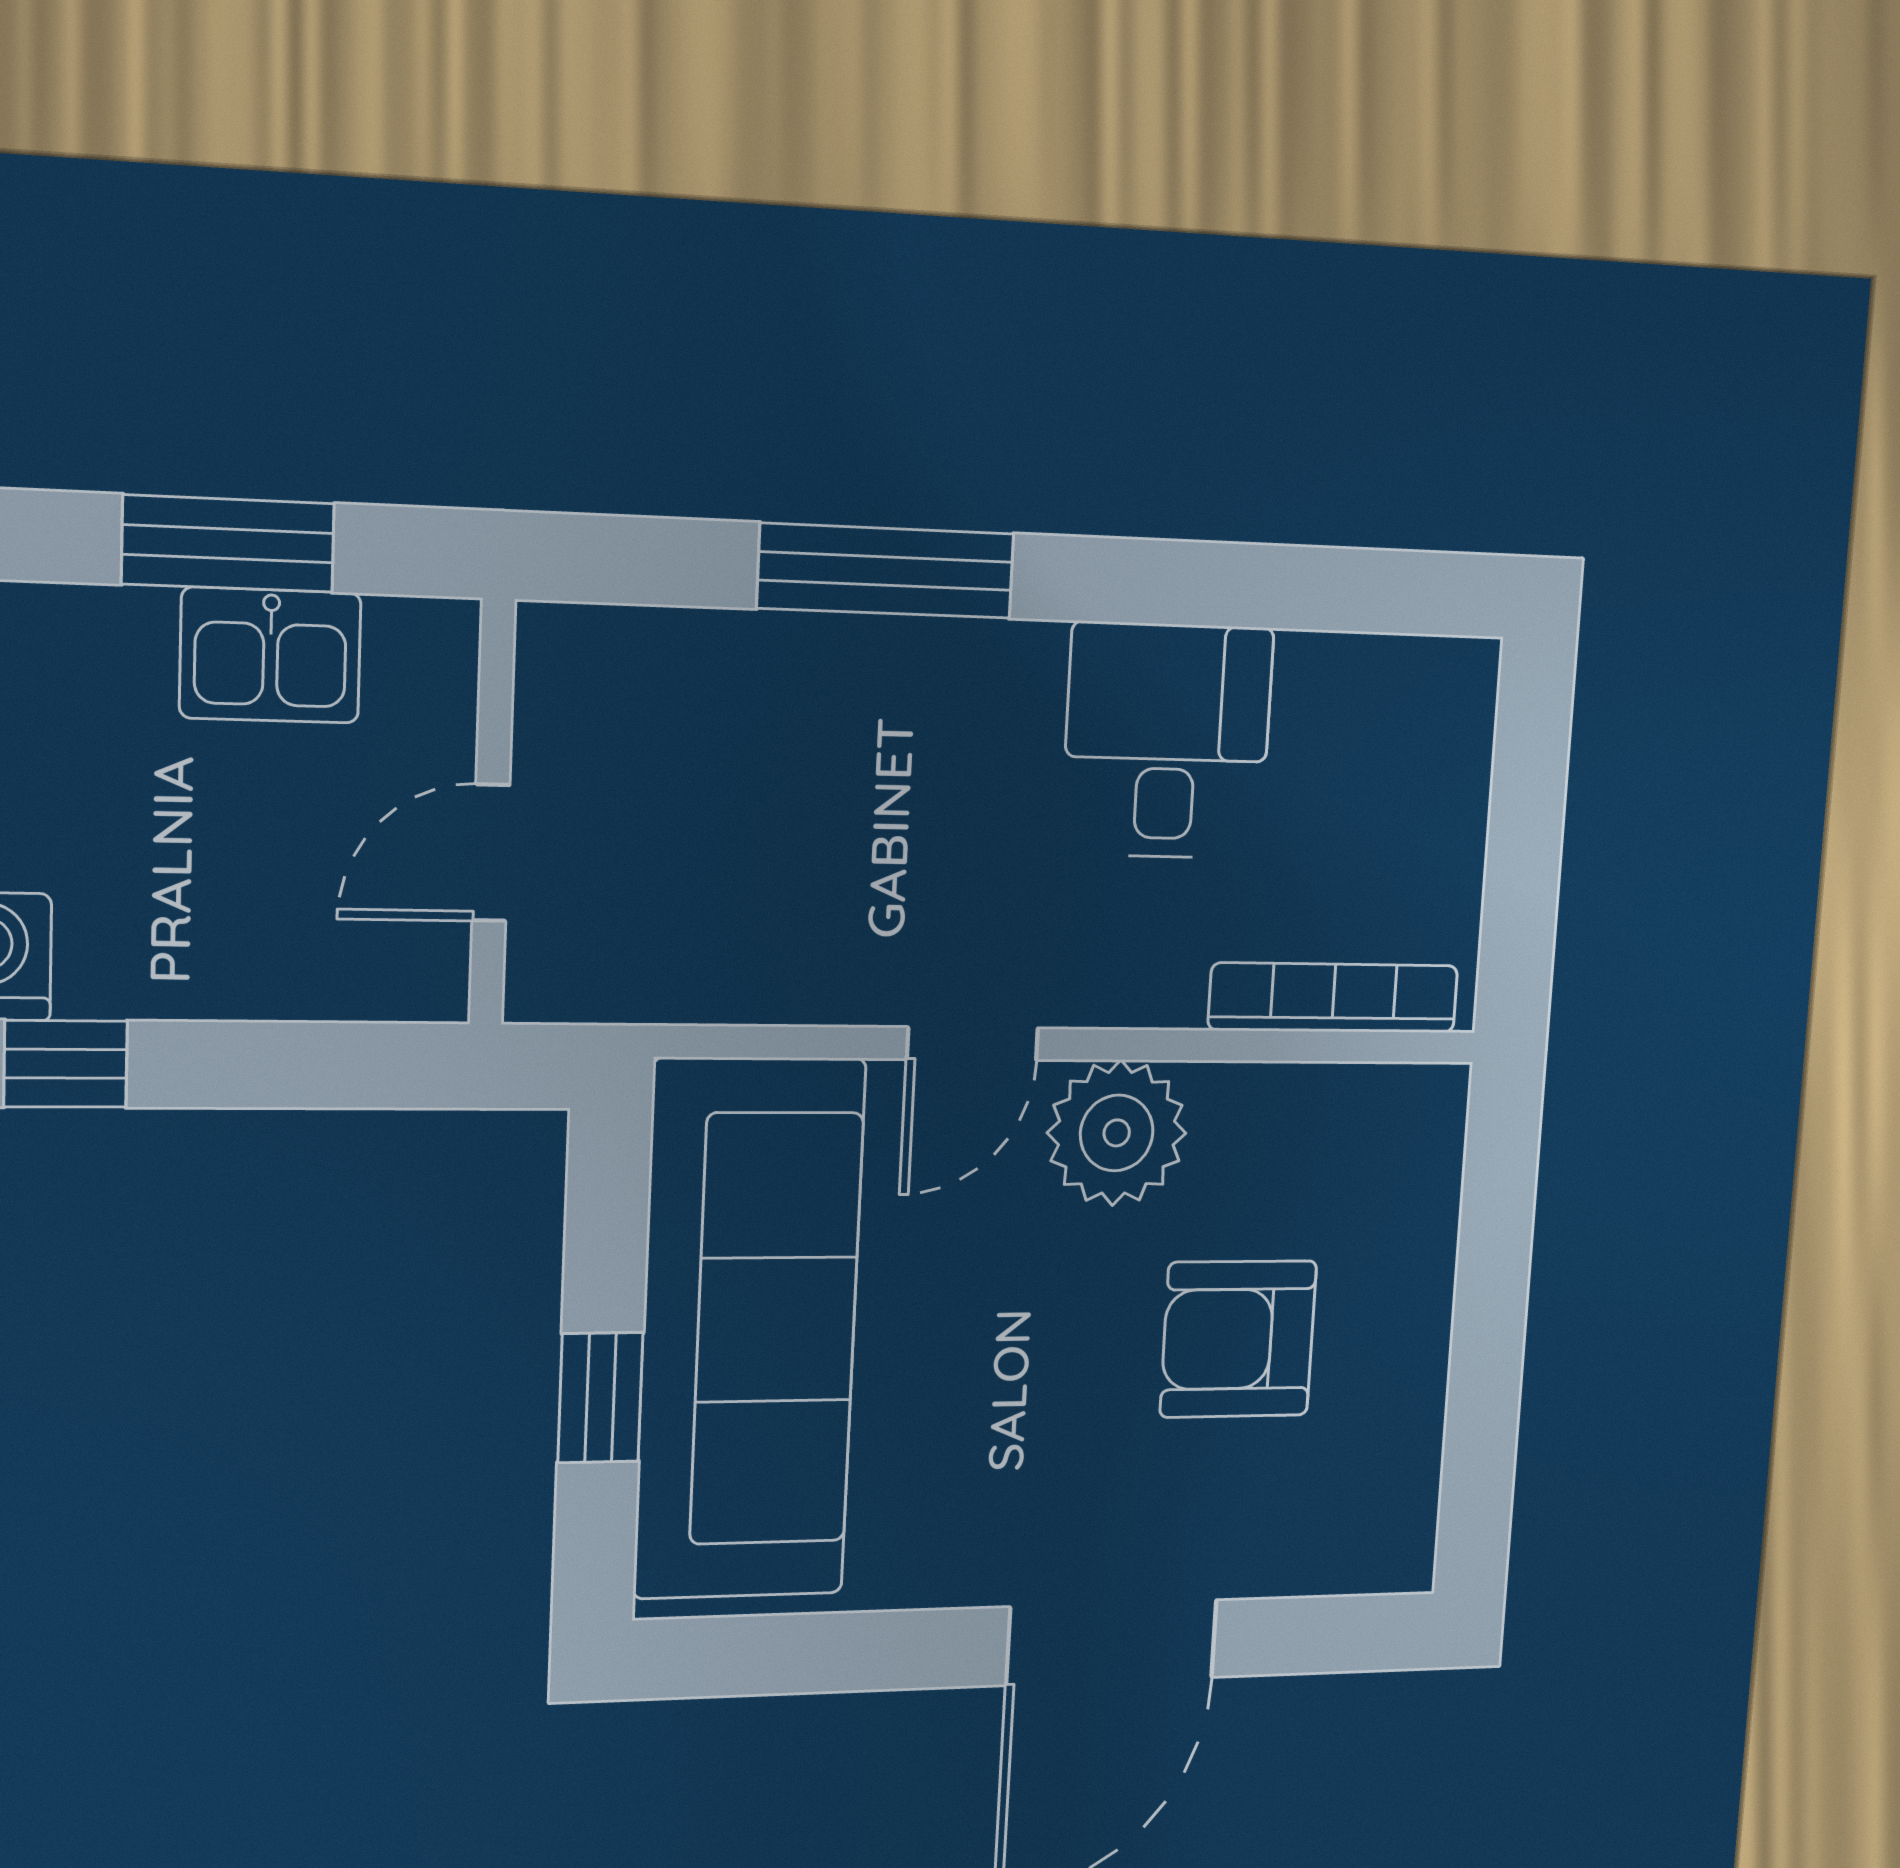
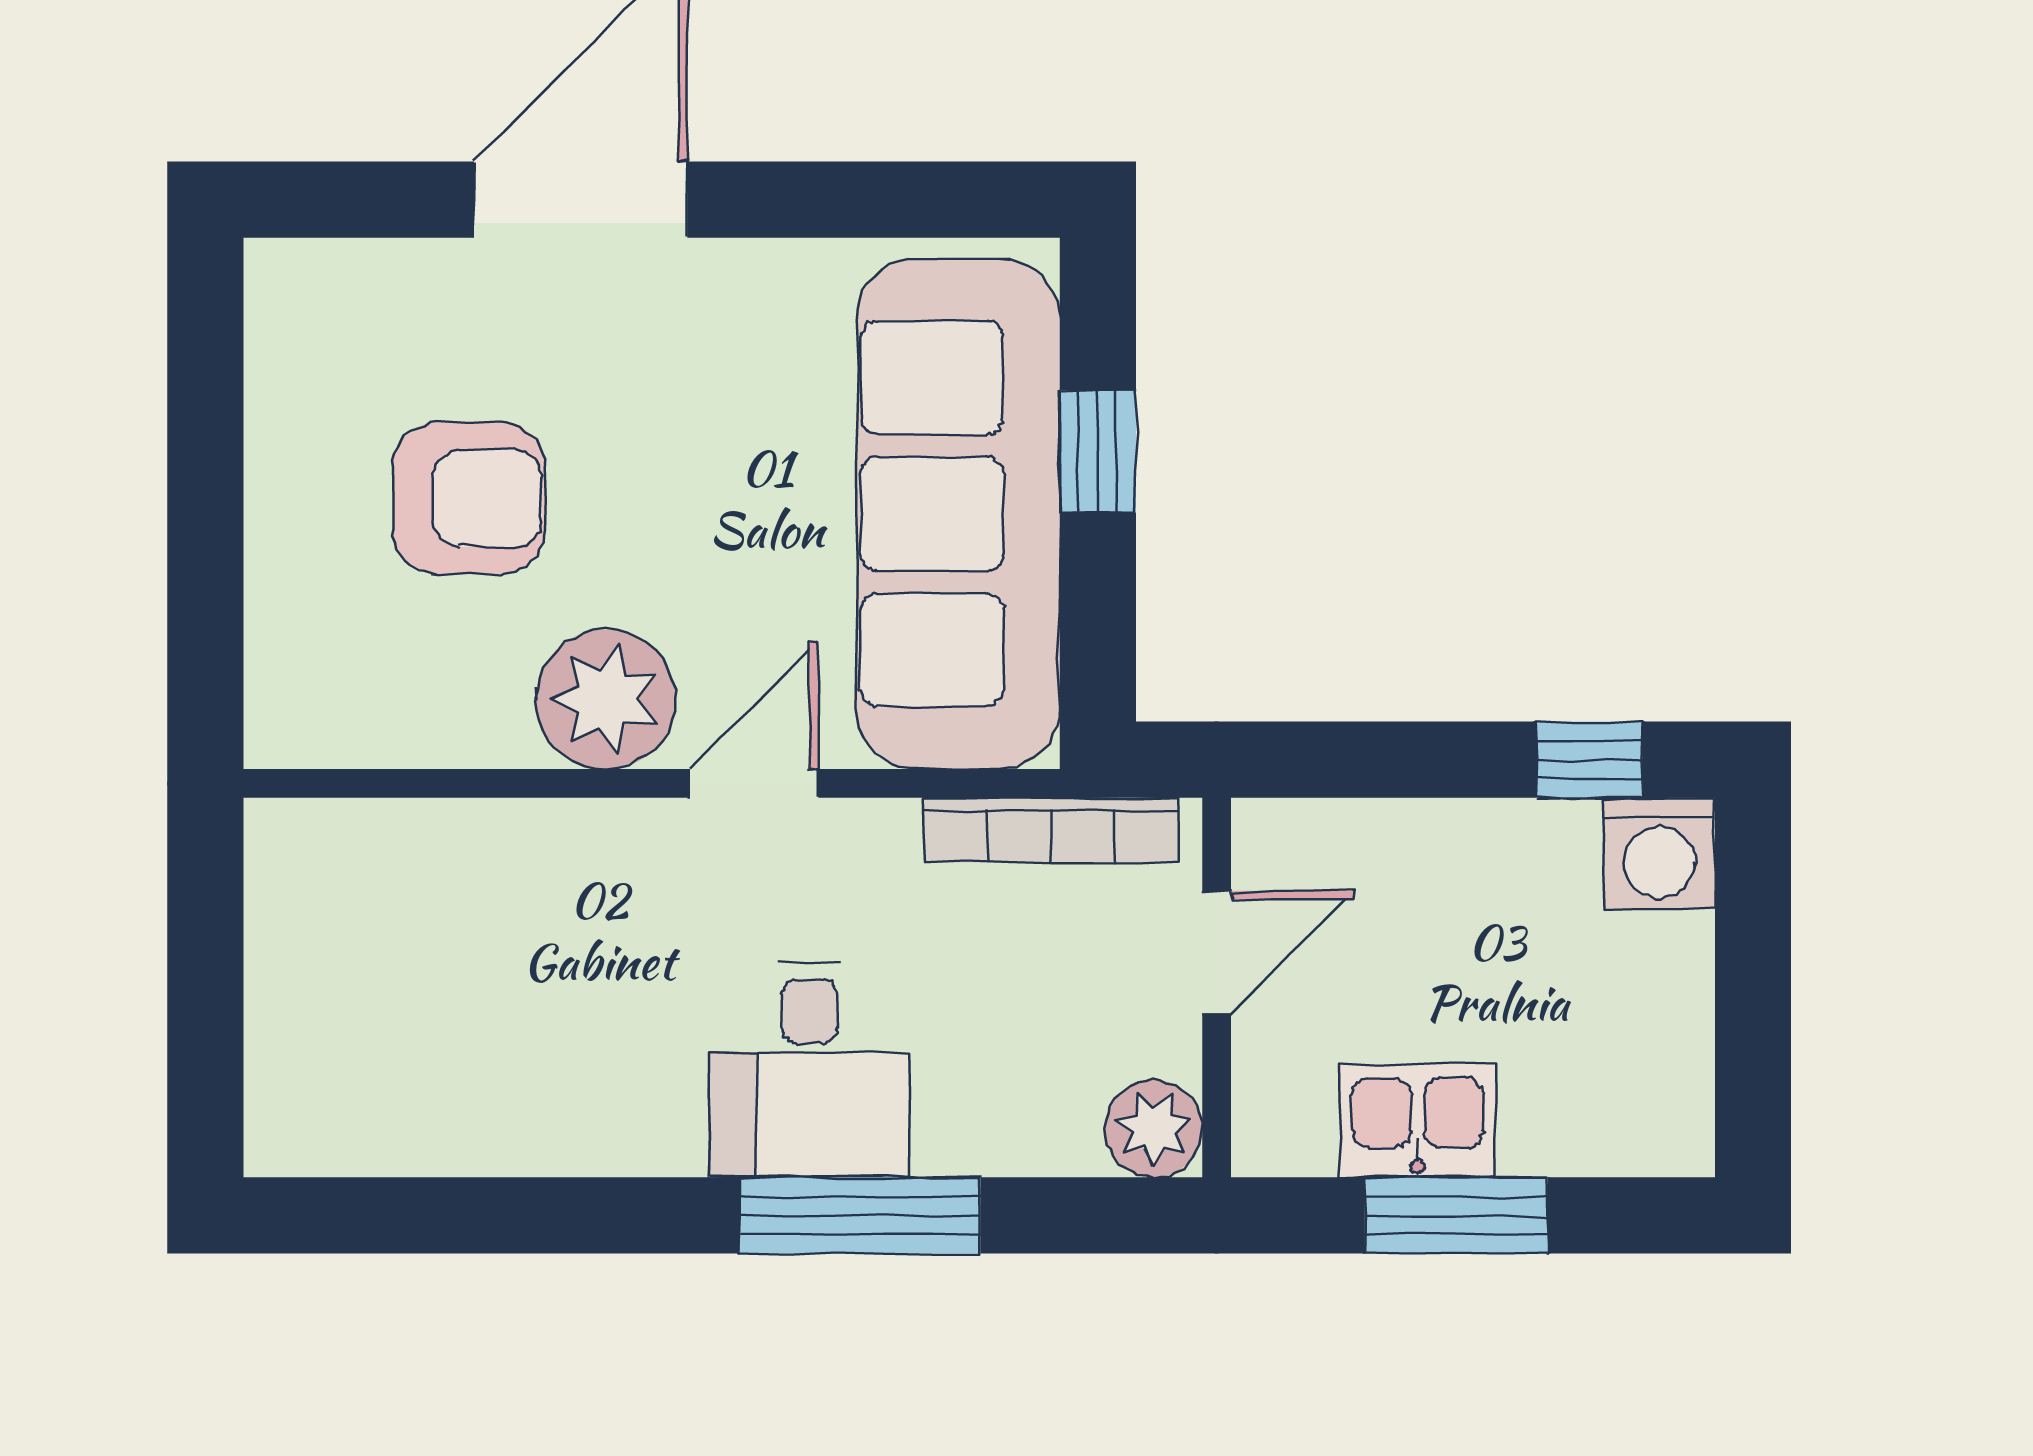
plant: (567, 656) -> (1153, 1129), added
desk: (1167, 741) -> (809, 1070), moved
bookcase: (1334, 998) -> (1051, 830), moved

